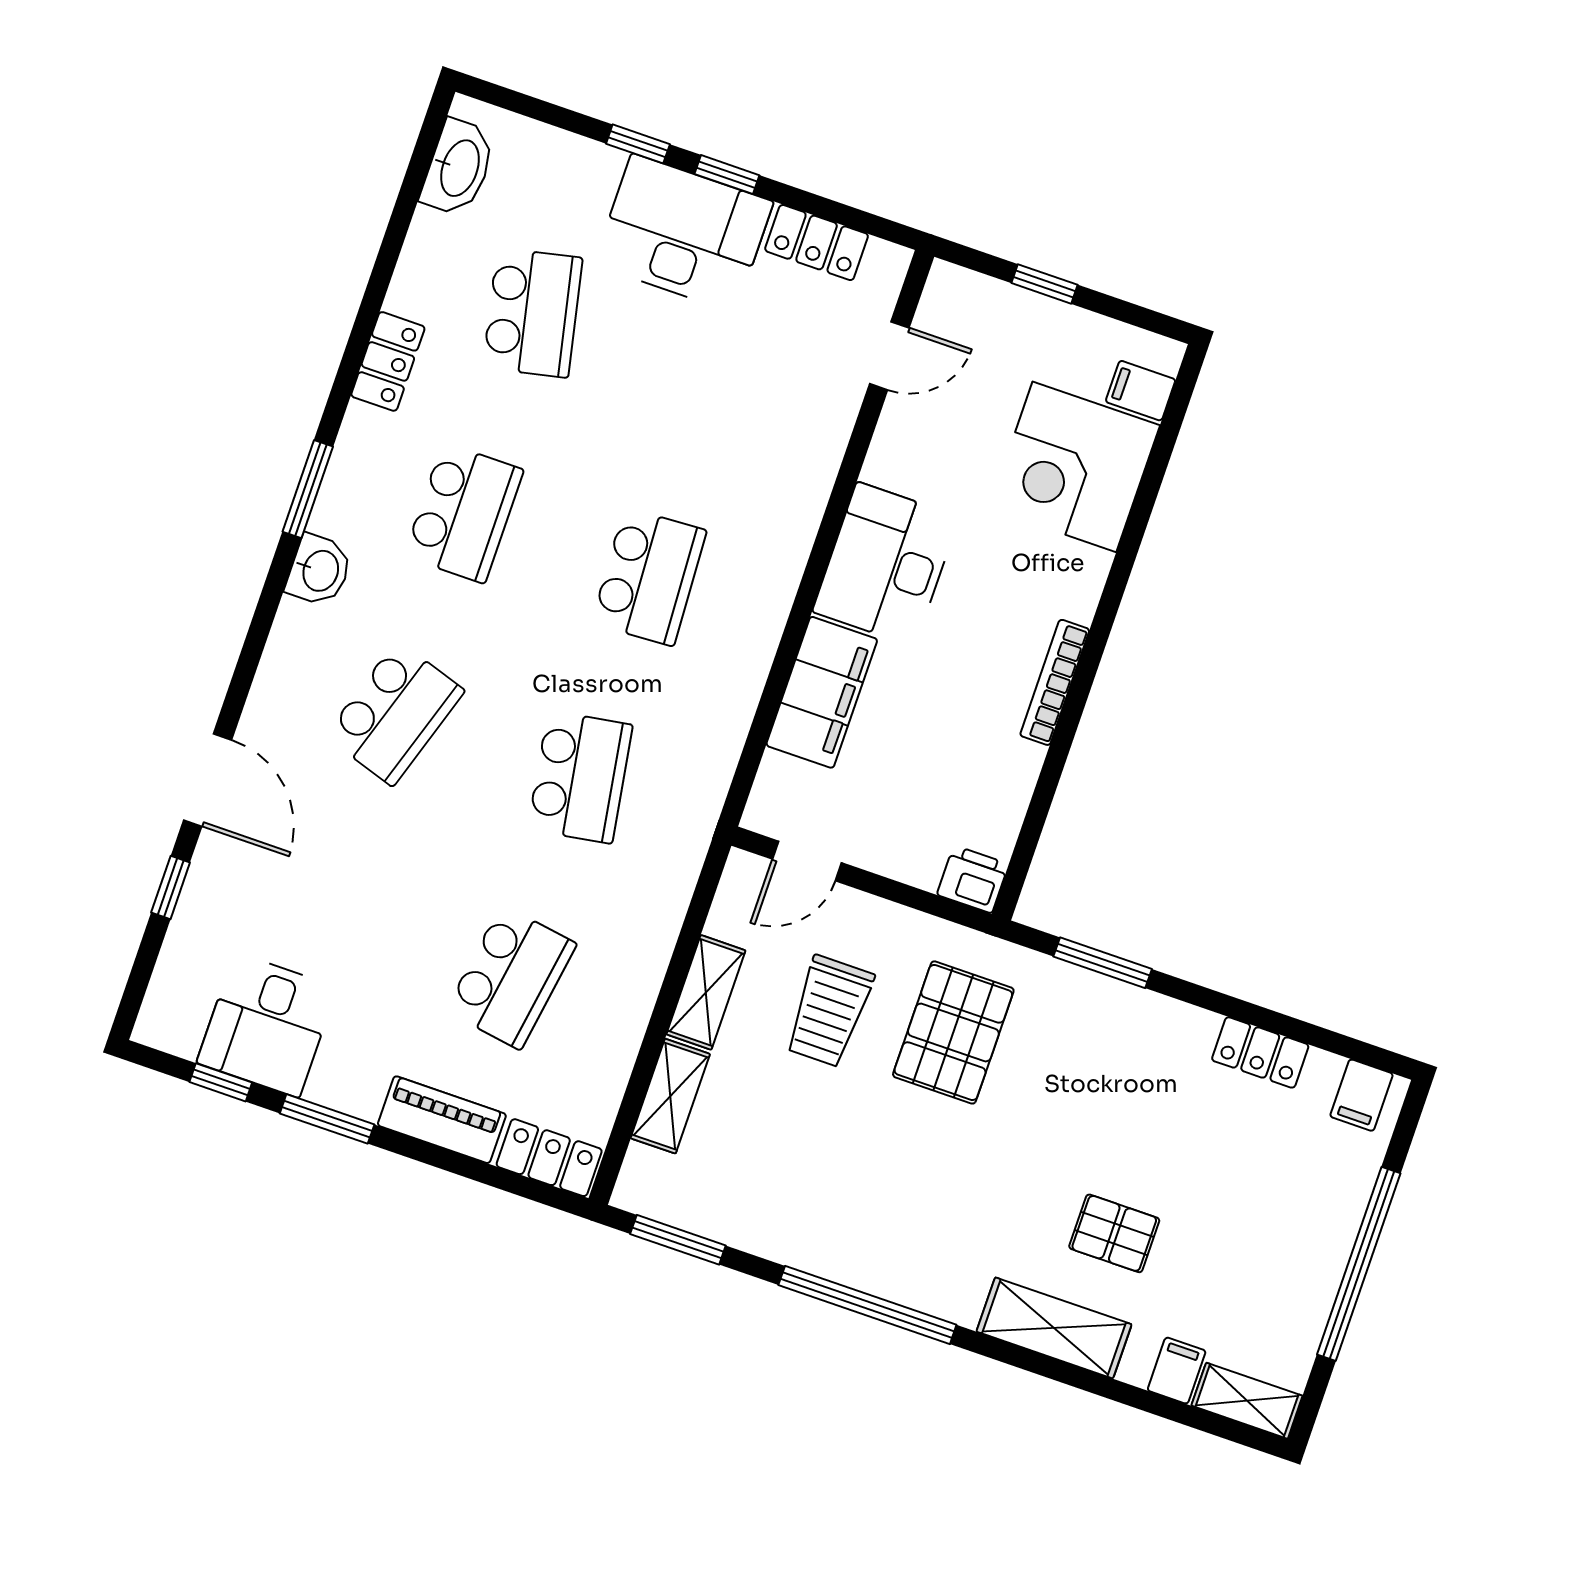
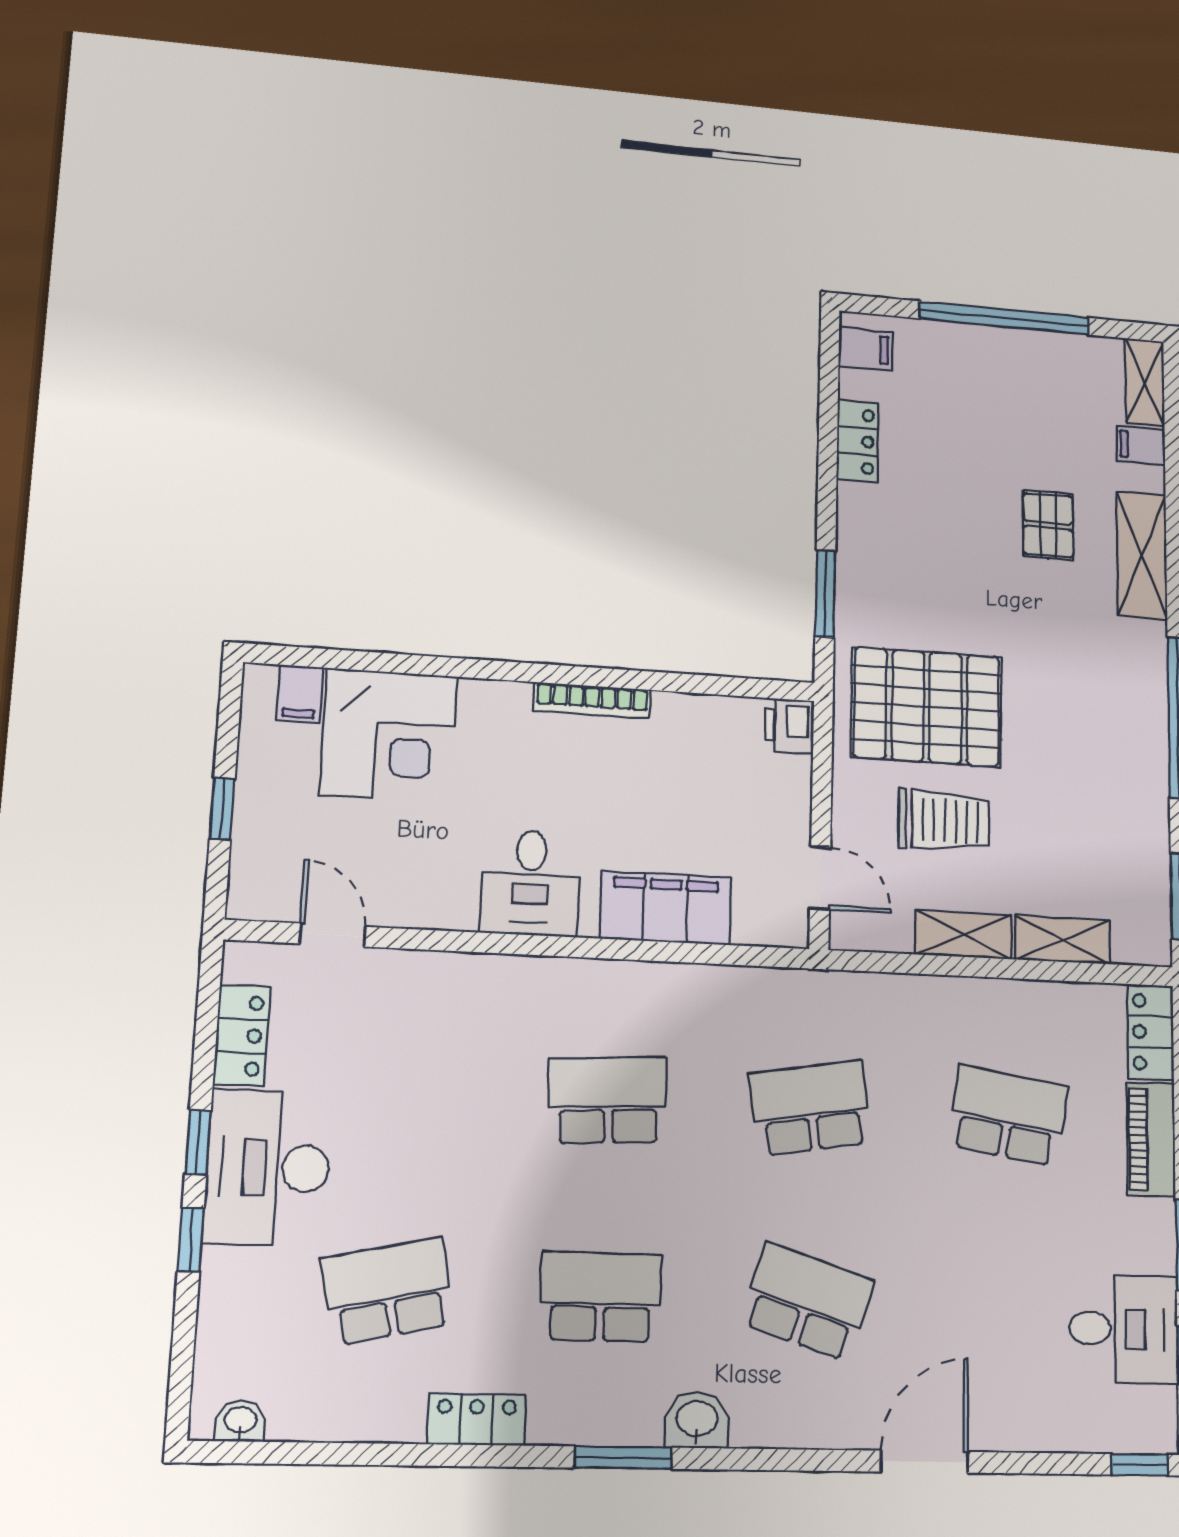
washbasin: (458, 168) -> (240, 1421), width x0.52, depth x0.69
desk: (886, 564) -> (530, 883), width x0.73
window: (171, 888) -> (1140, 1465), moved
pallet: (953, 1032) -> (927, 707), width x1.37, depth x1.41

